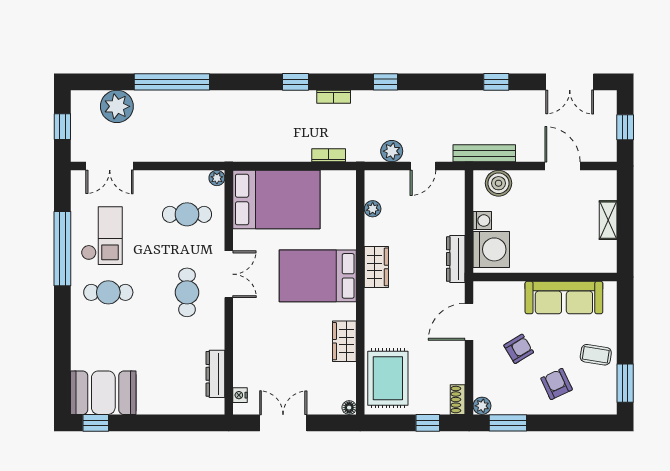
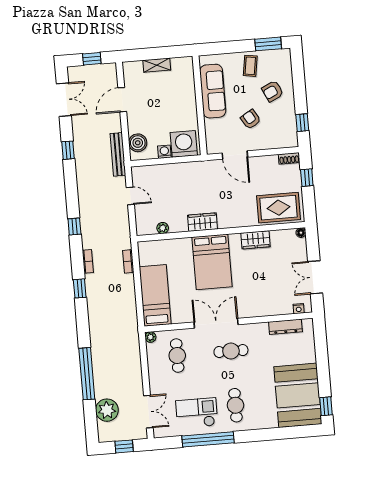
plant: (392, 151) -> (122, 218), removed
bed: (276, 200) -> (155, 295), width x0.67
dresser: (456, 259) -> (192, 168), removed
double door: (229, 274) -> (216, 323), width x1.37
booth: (103, 393) -> (298, 395), width x1.36, depth x1.42
plant: (482, 406) -> (292, 141), removed
window: (508, 423) -> (302, 123), width x0.67

